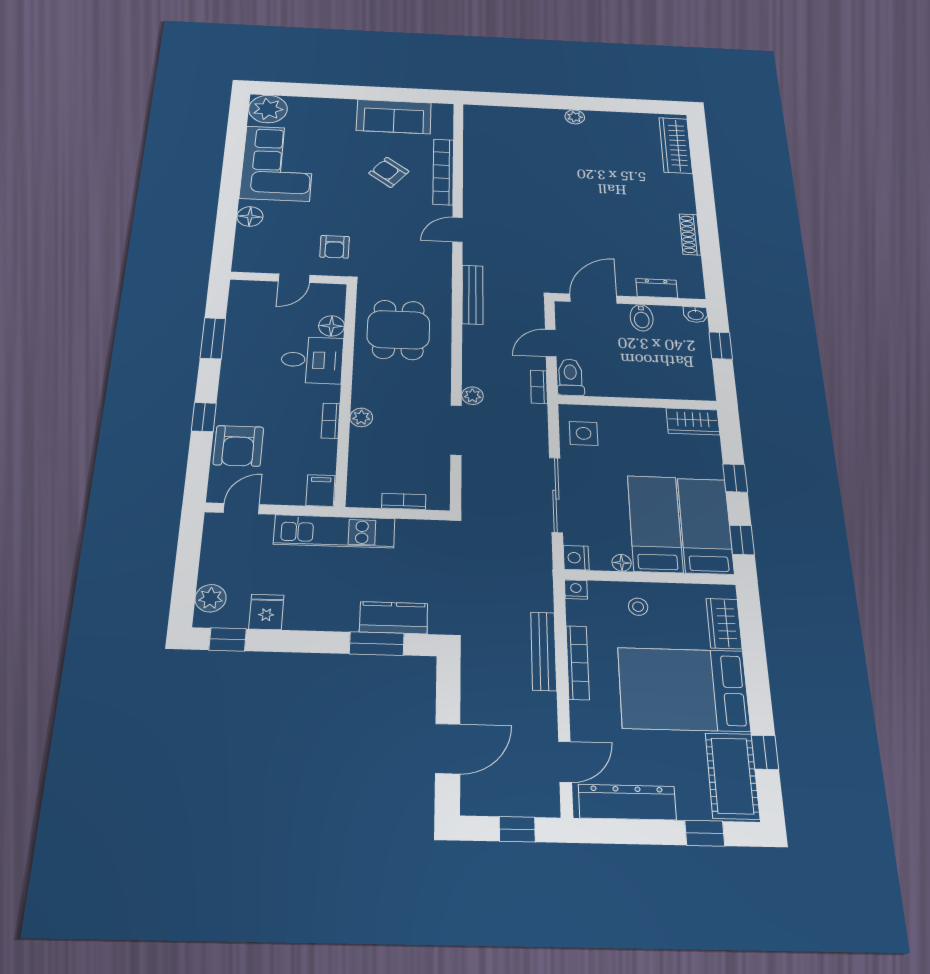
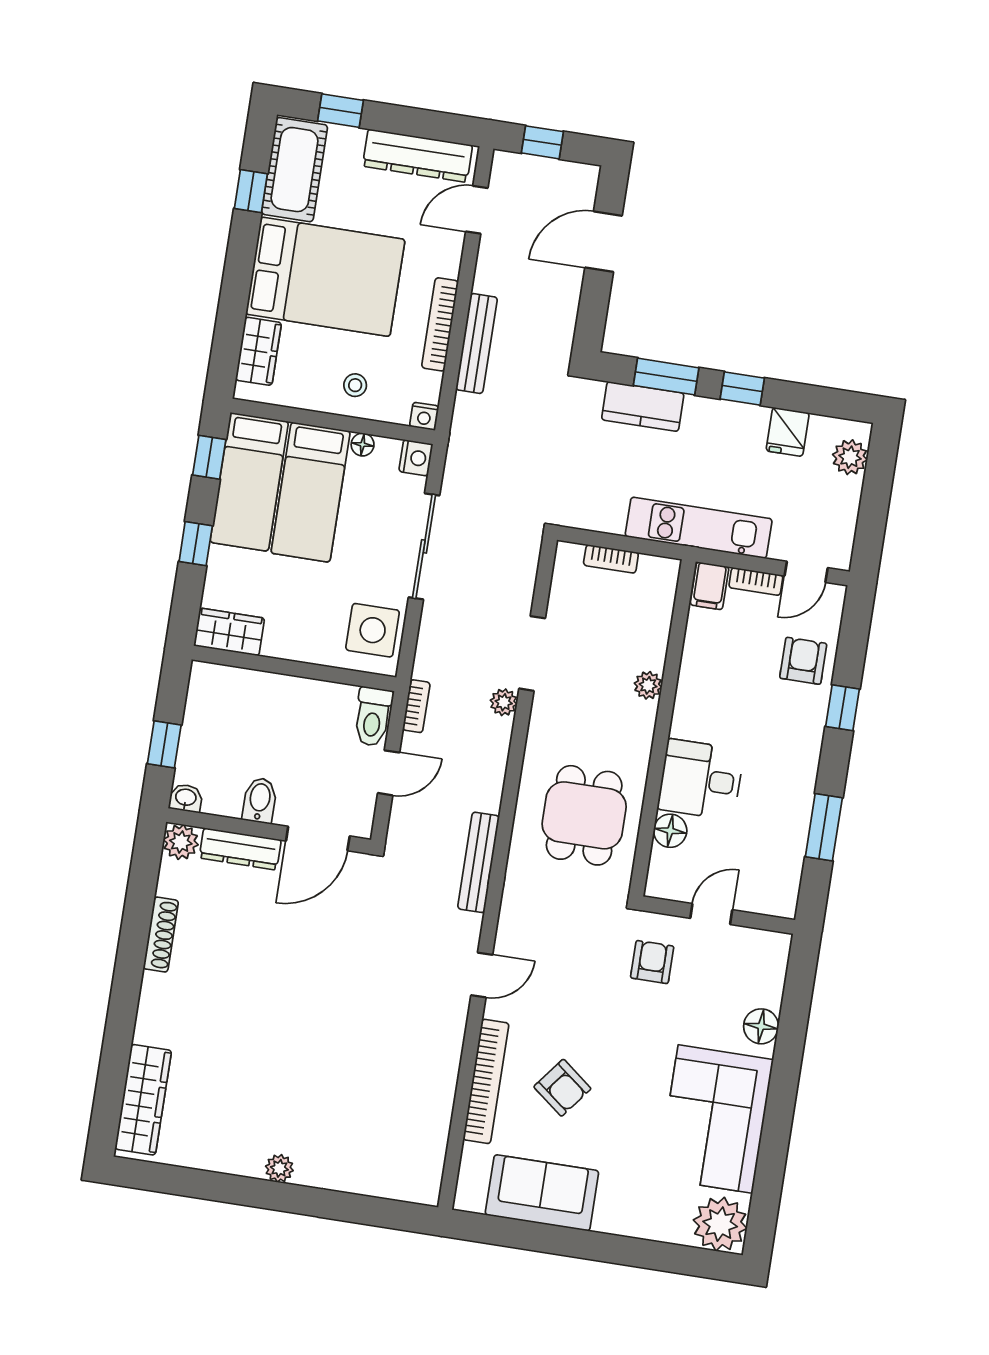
dresser: (657, 288) -> (240, 849), width x1.44
plant: (692, 288) -> (181, 842), added
bookcase: (331, 421) -> (756, 581), moved, turned 90
side table: (584, 433) -> (373, 630), width x1.37, depth x1.37
armchair: (238, 446) -> (803, 661), width x0.72, depth x0.72
window: (228, 639) -> (742, 388), moved

